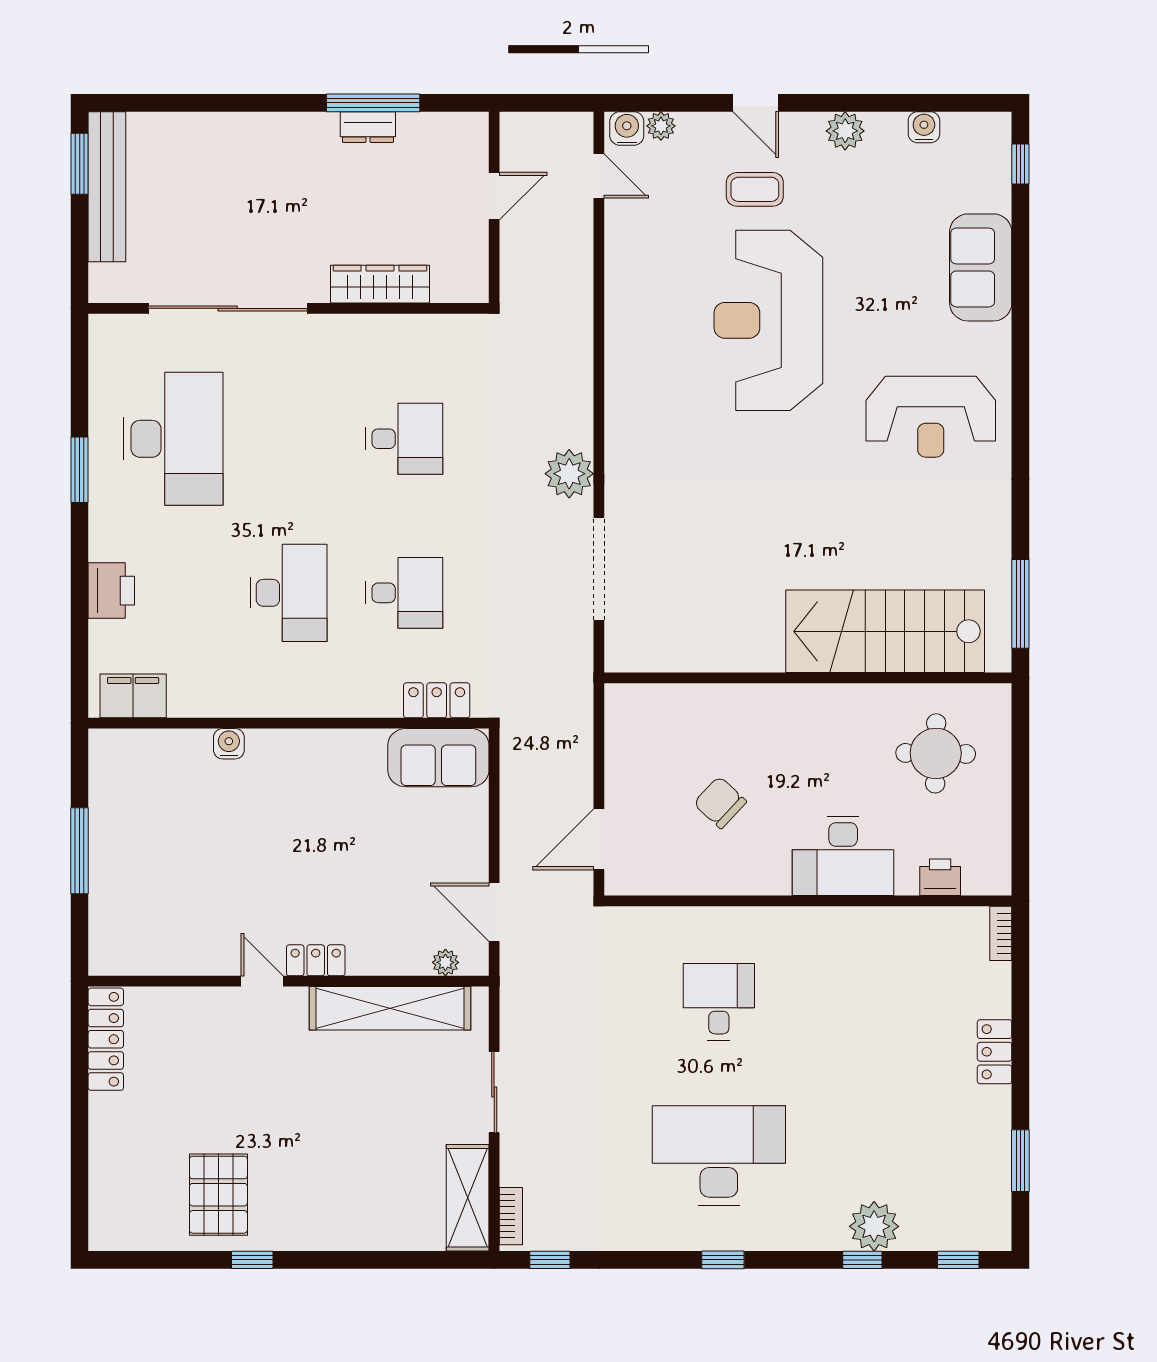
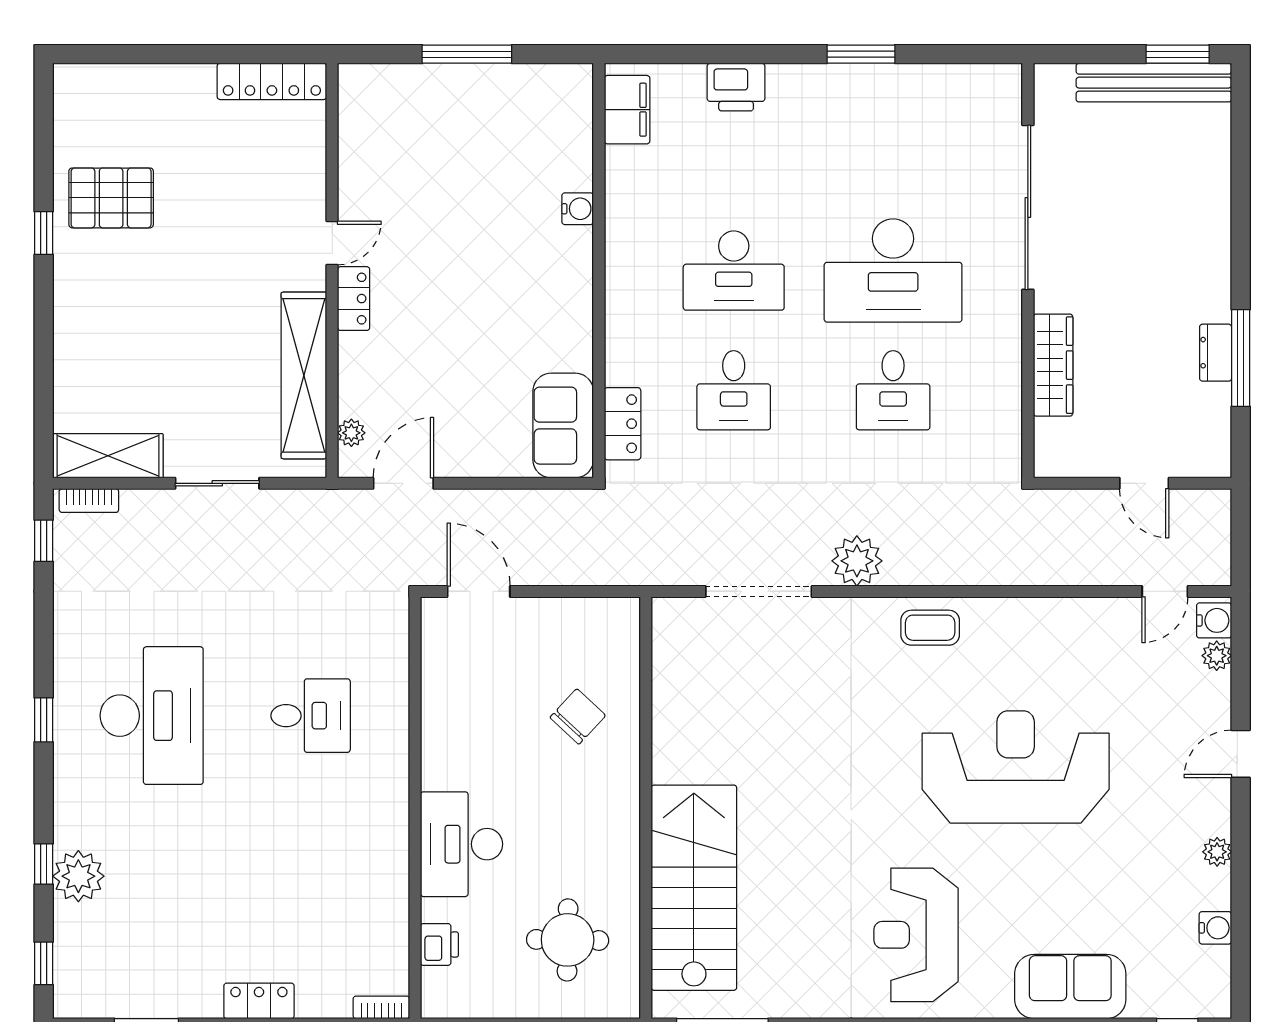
plant: (845, 131) -> (1217, 852), width x0.73, depth x0.73
coffee table: (755, 189) -> (930, 628), moved, turned 90
desk: (173, 439) -> (893, 271), moved
chair: (720, 802) -> (578, 716), moved

